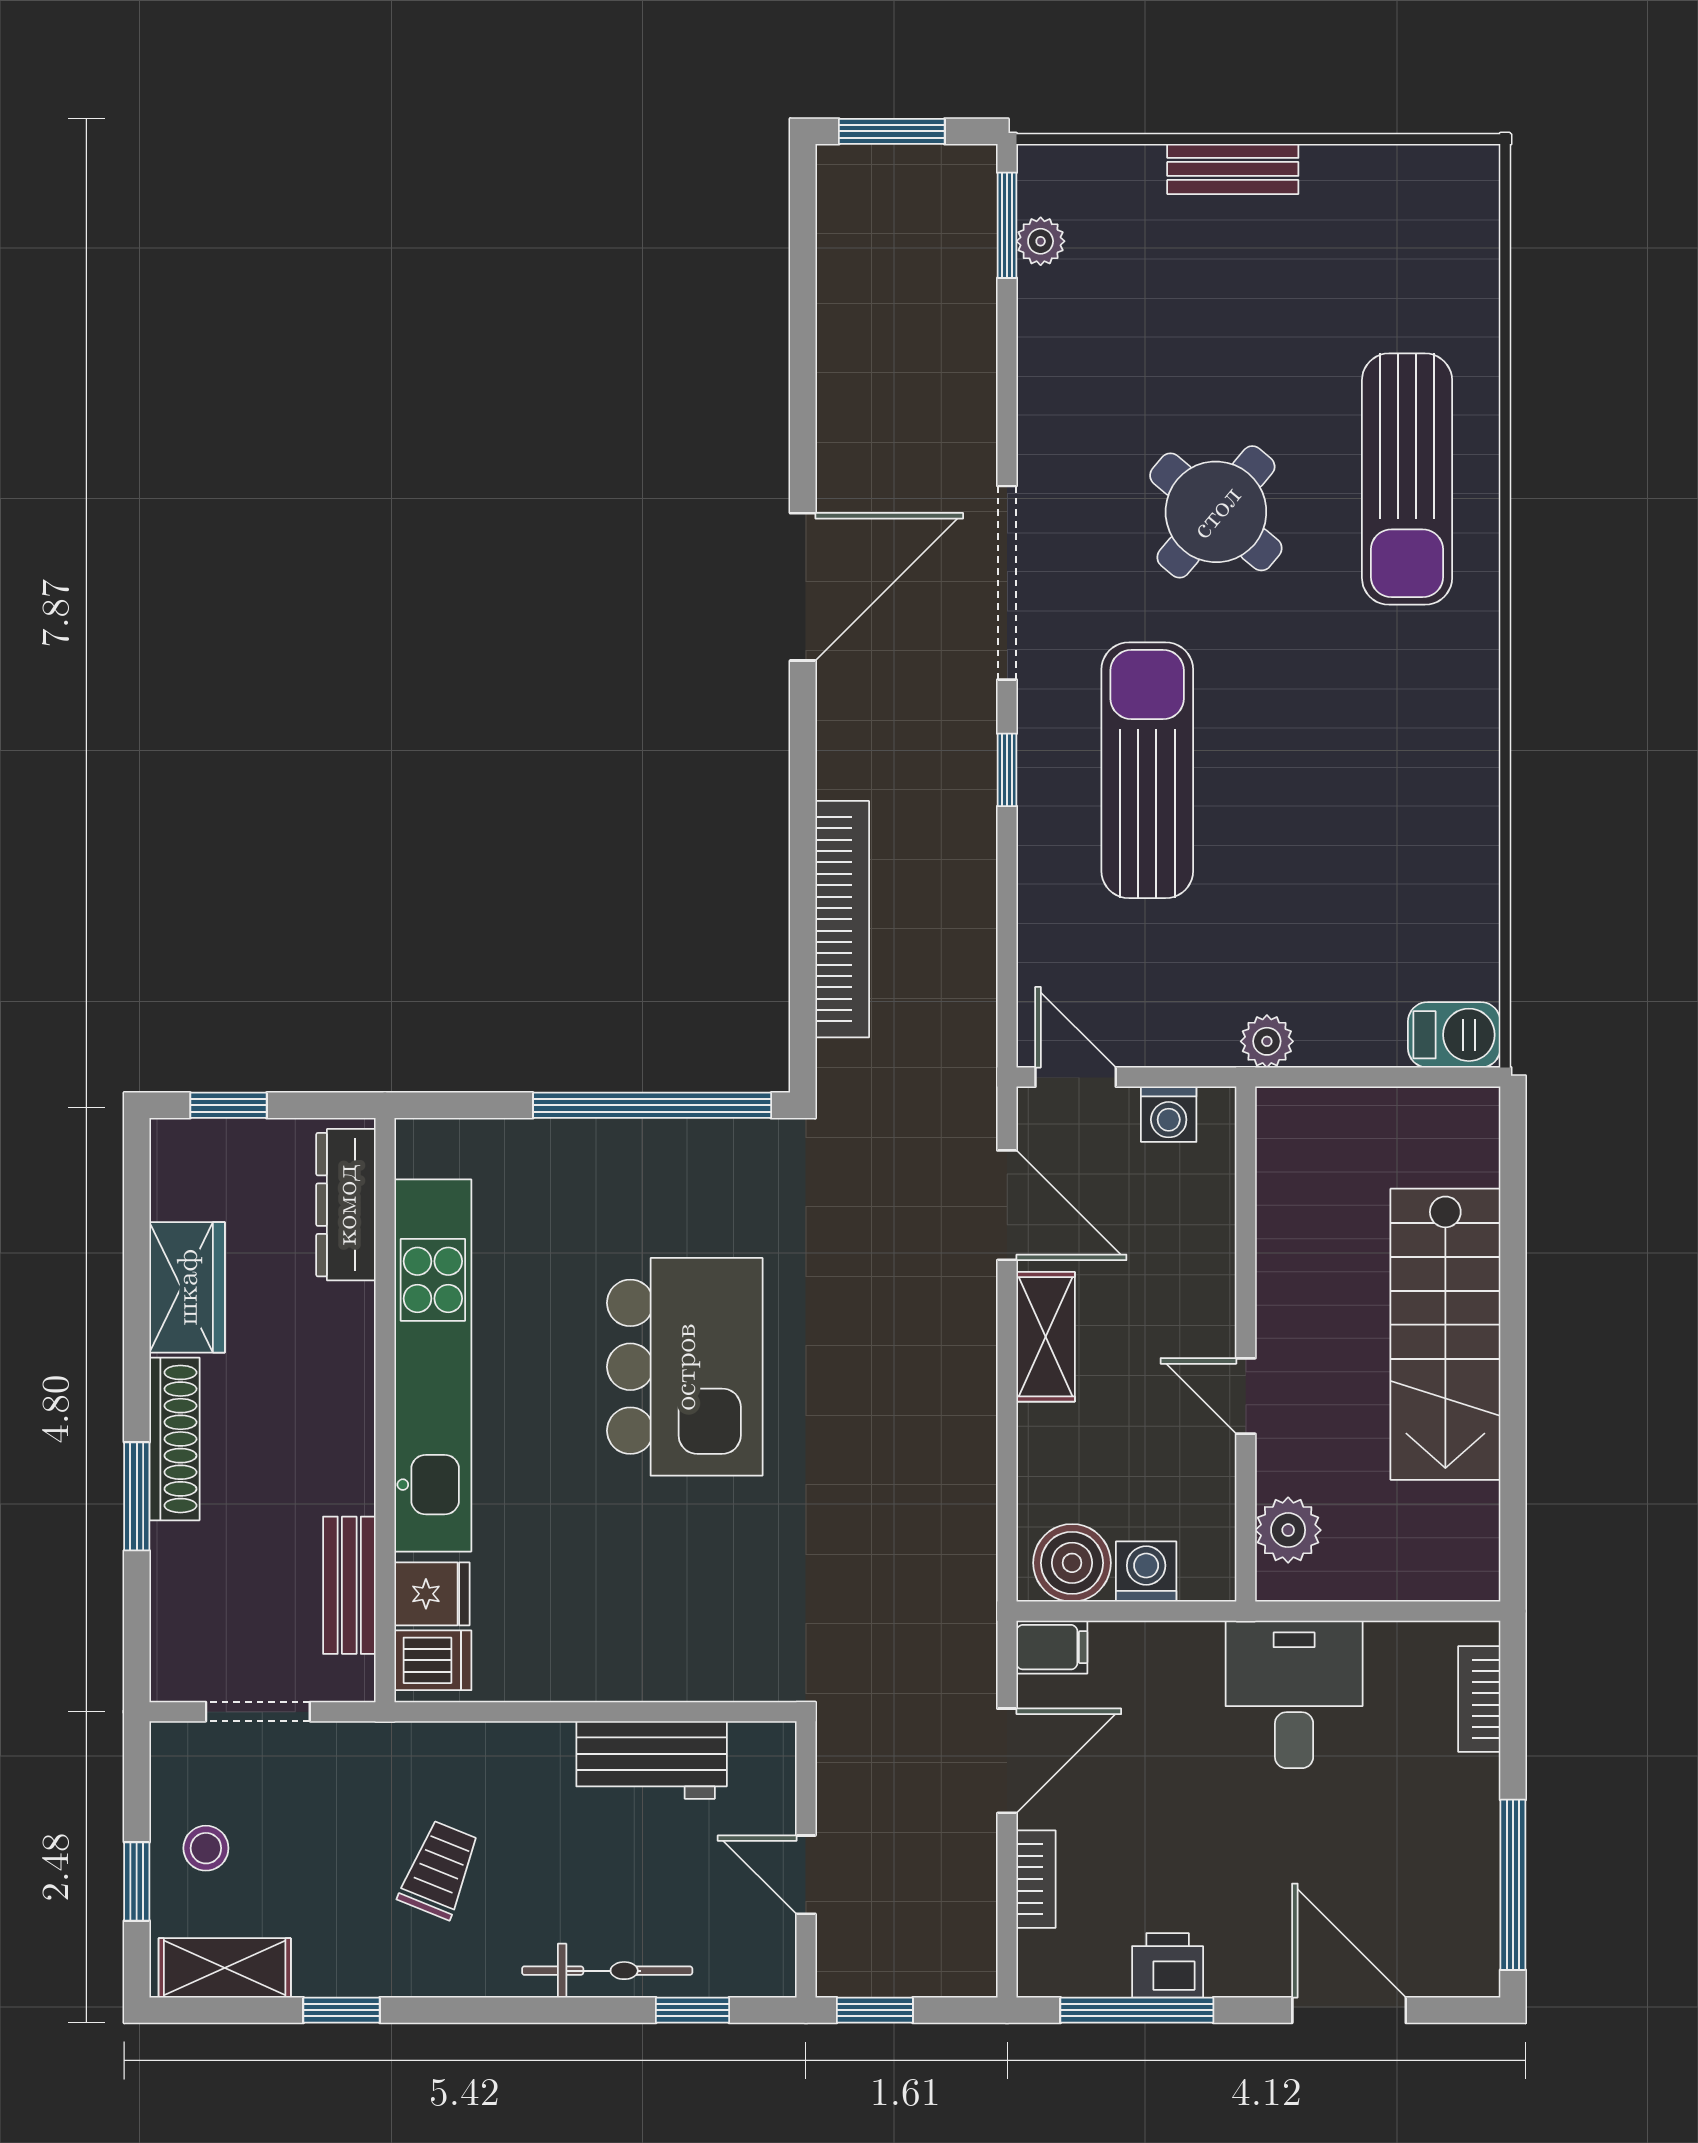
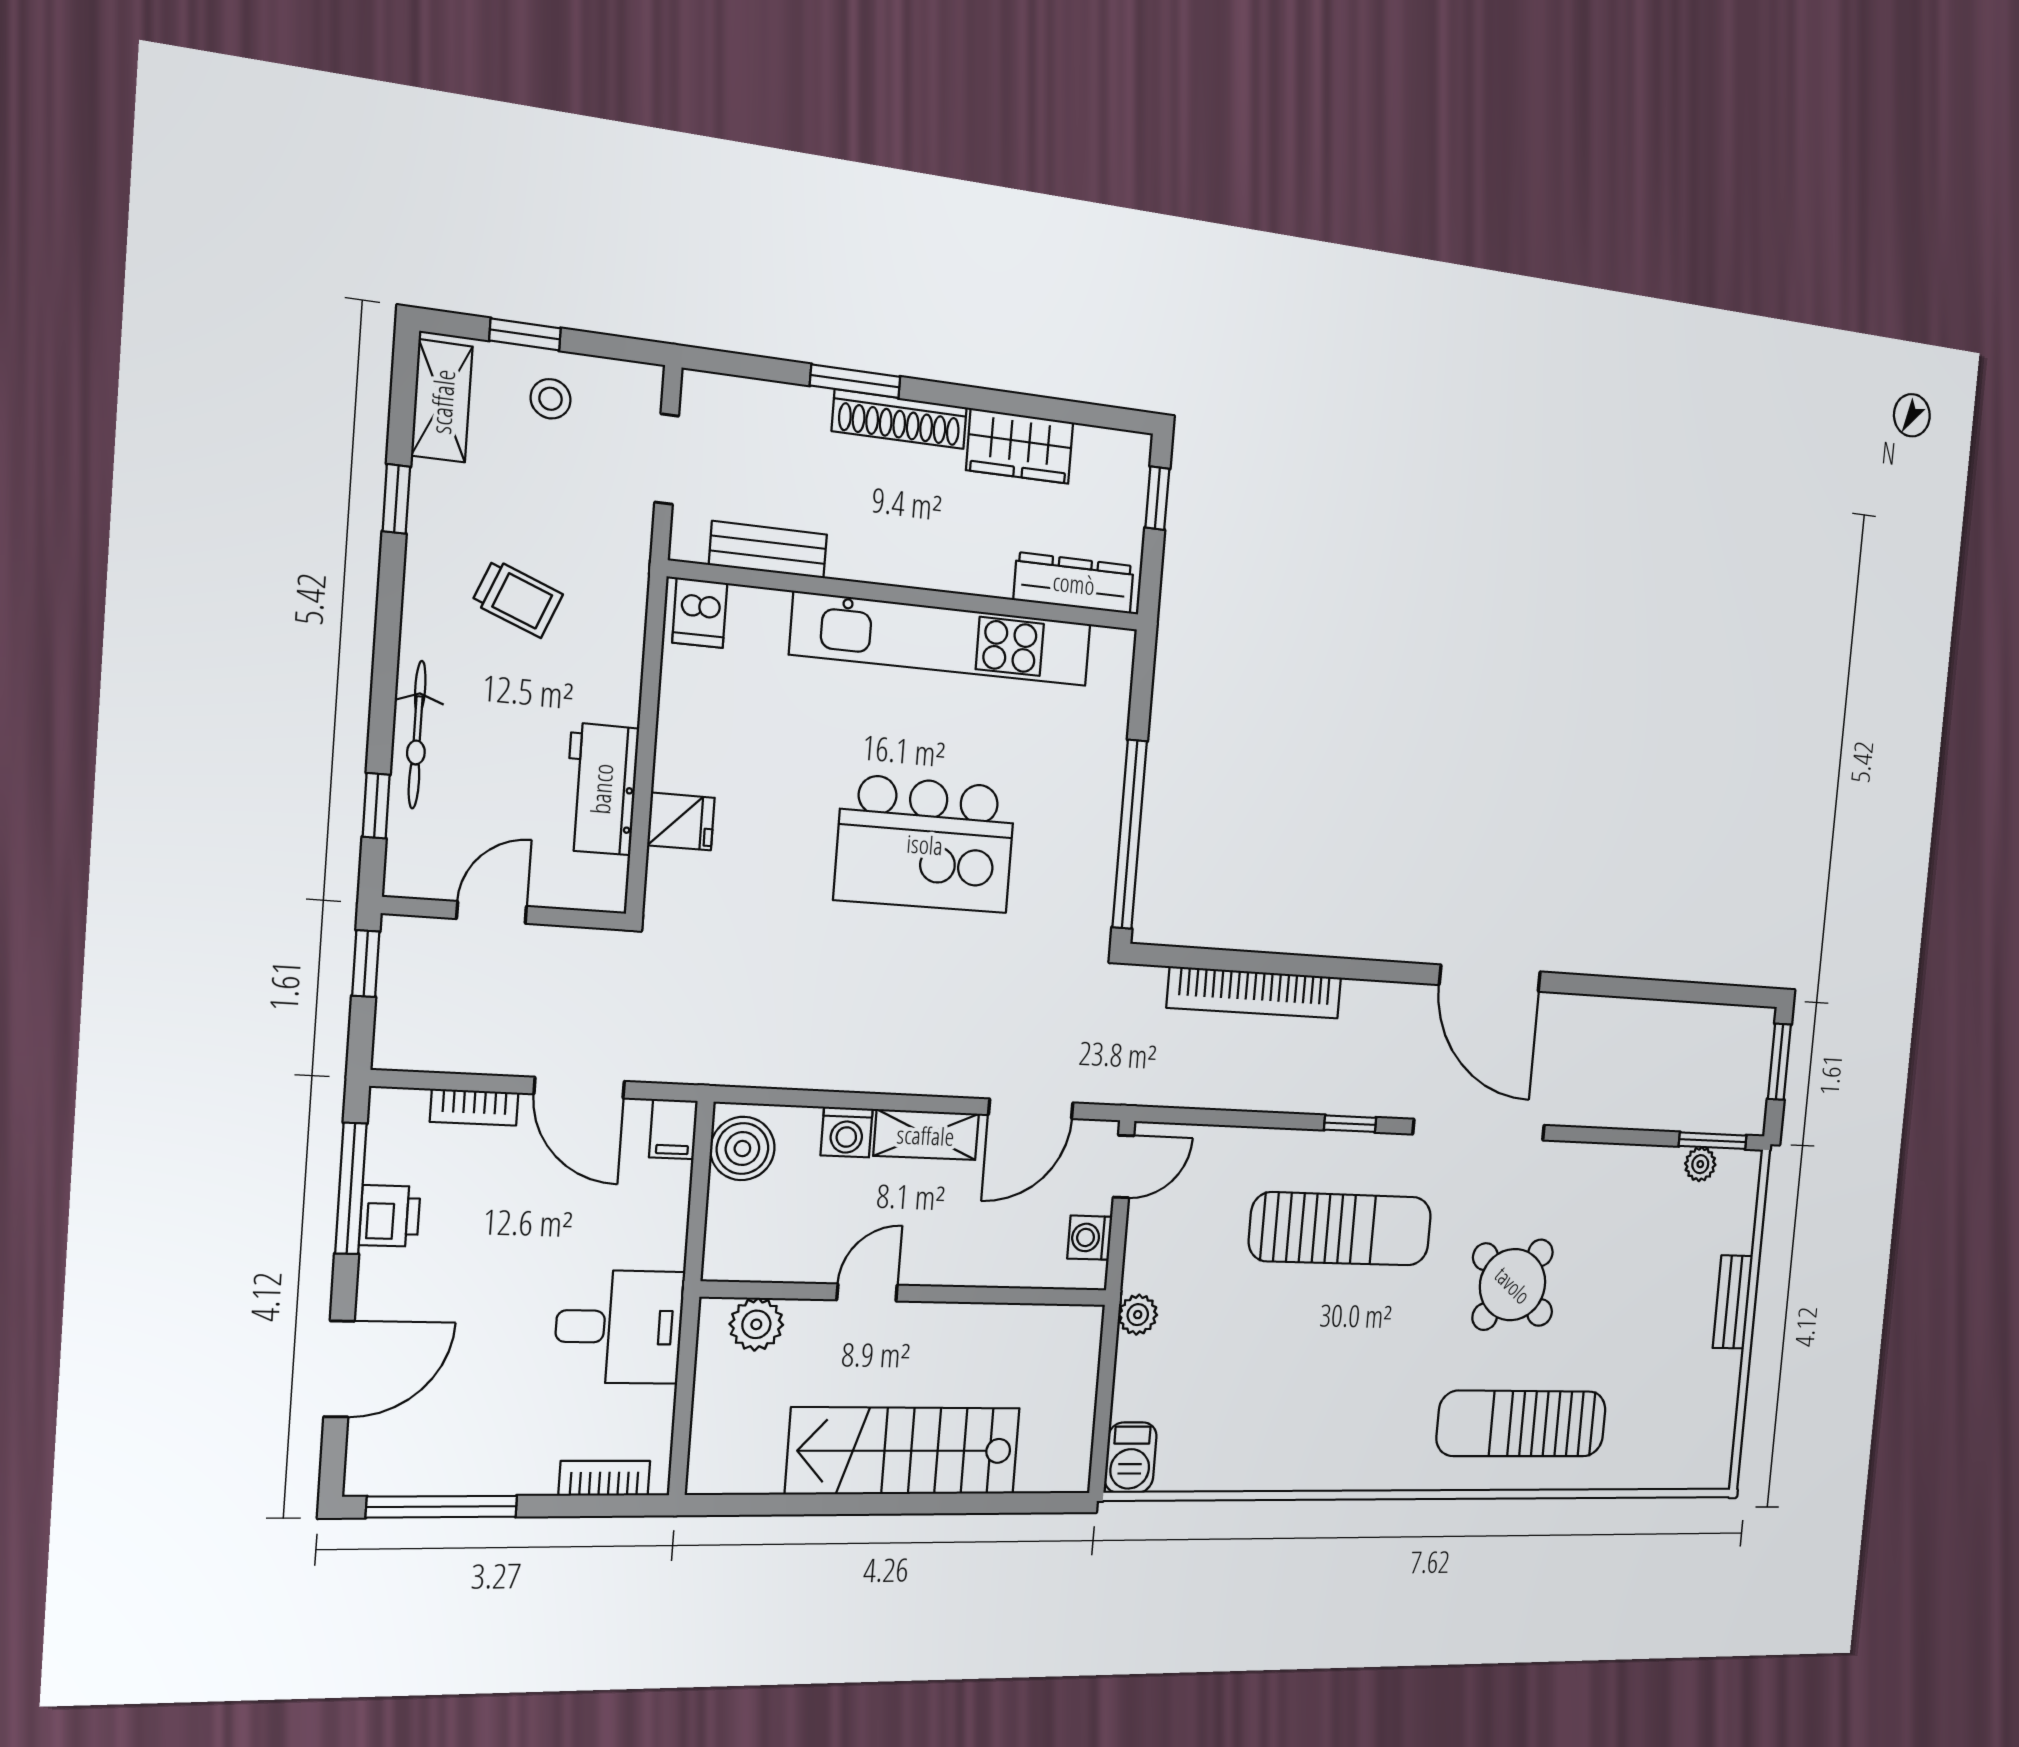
washing machine: (1146, 1572) -> (847, 1132), moved, turned 90
fridge: (432, 1594) -> (681, 821), moved, turned -90

